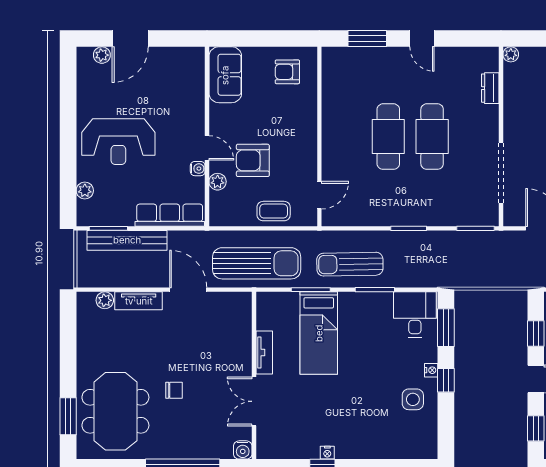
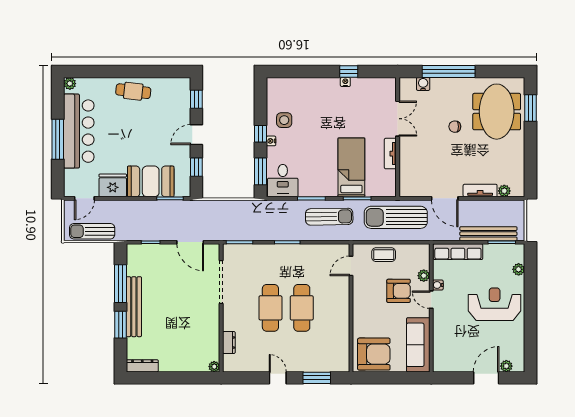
armchair: (287, 72) -> (374, 354), width x1.88, depth x1.88
sofa: (225, 75) -> (418, 345), width x1.36
water cooler: (243, 450) -> (423, 84), moved

